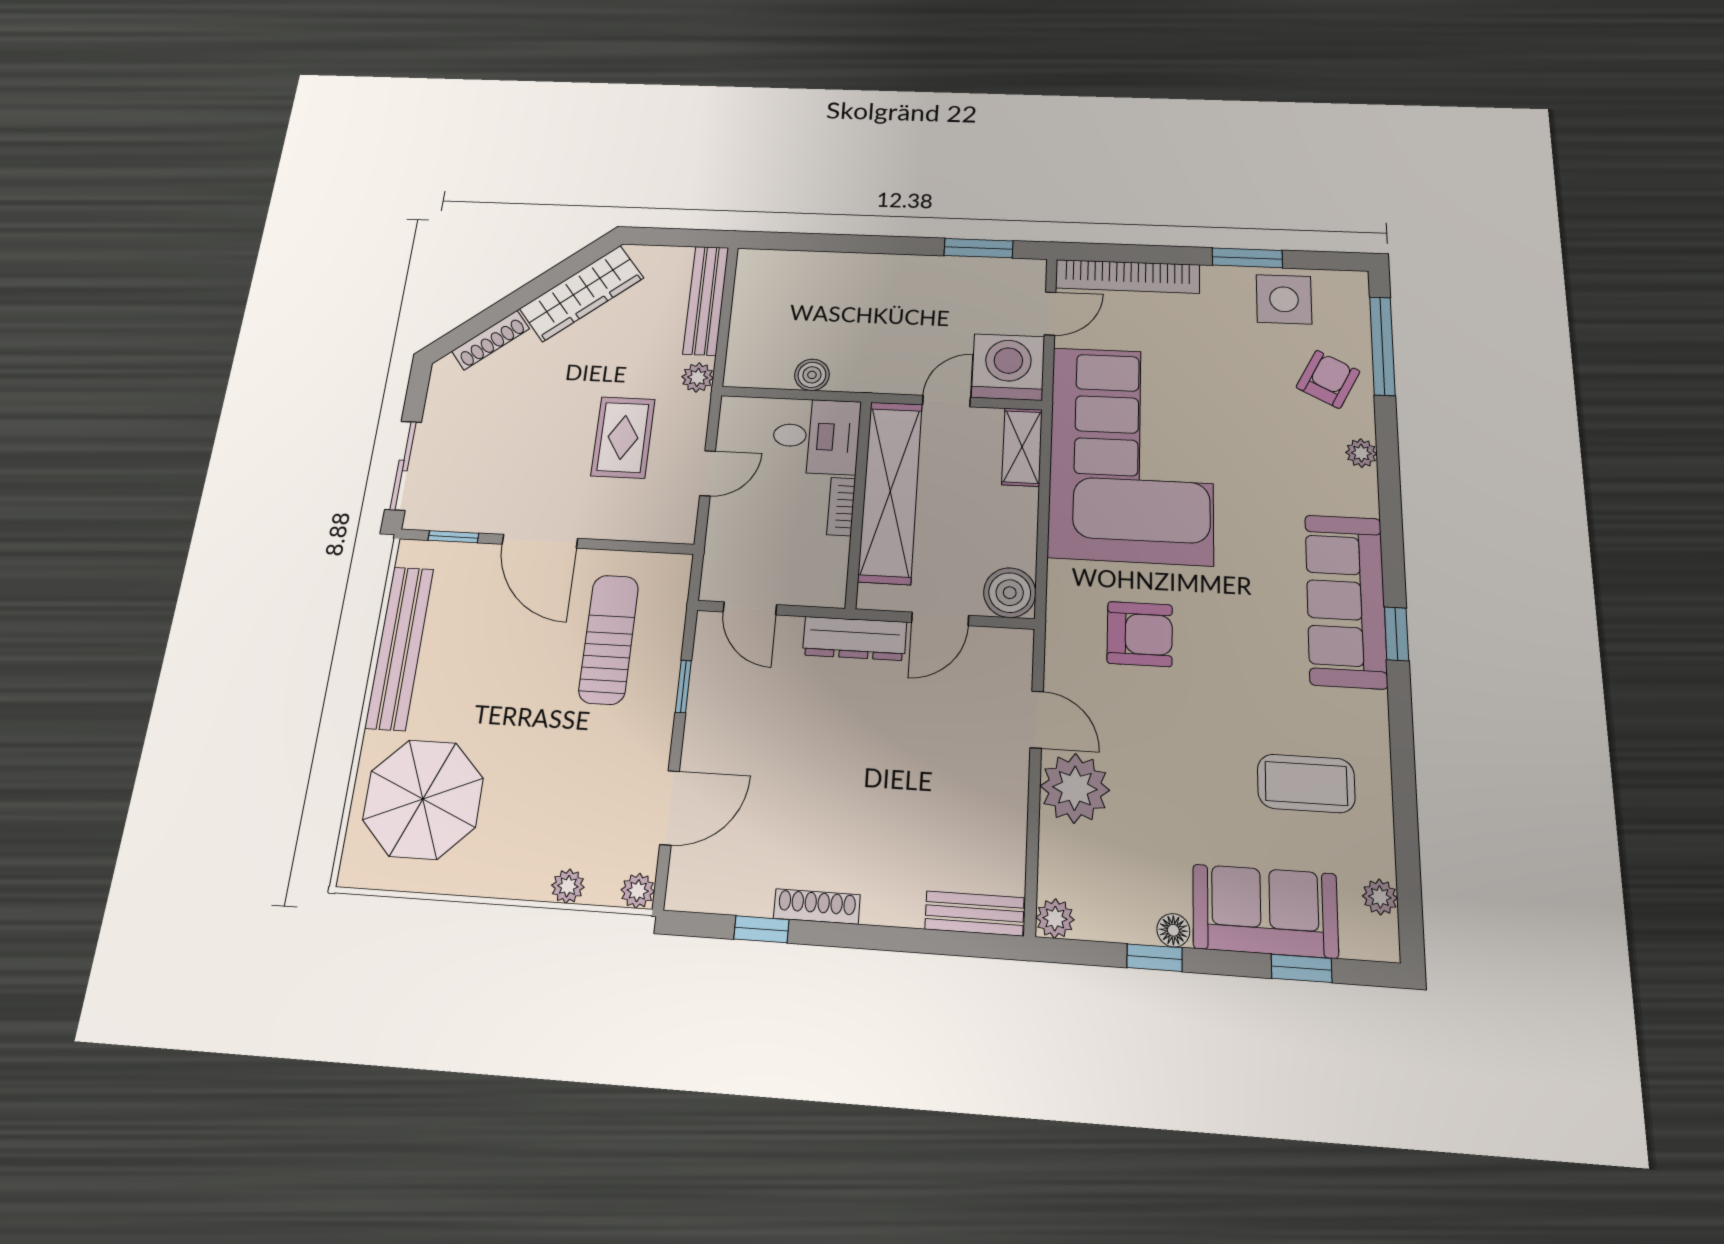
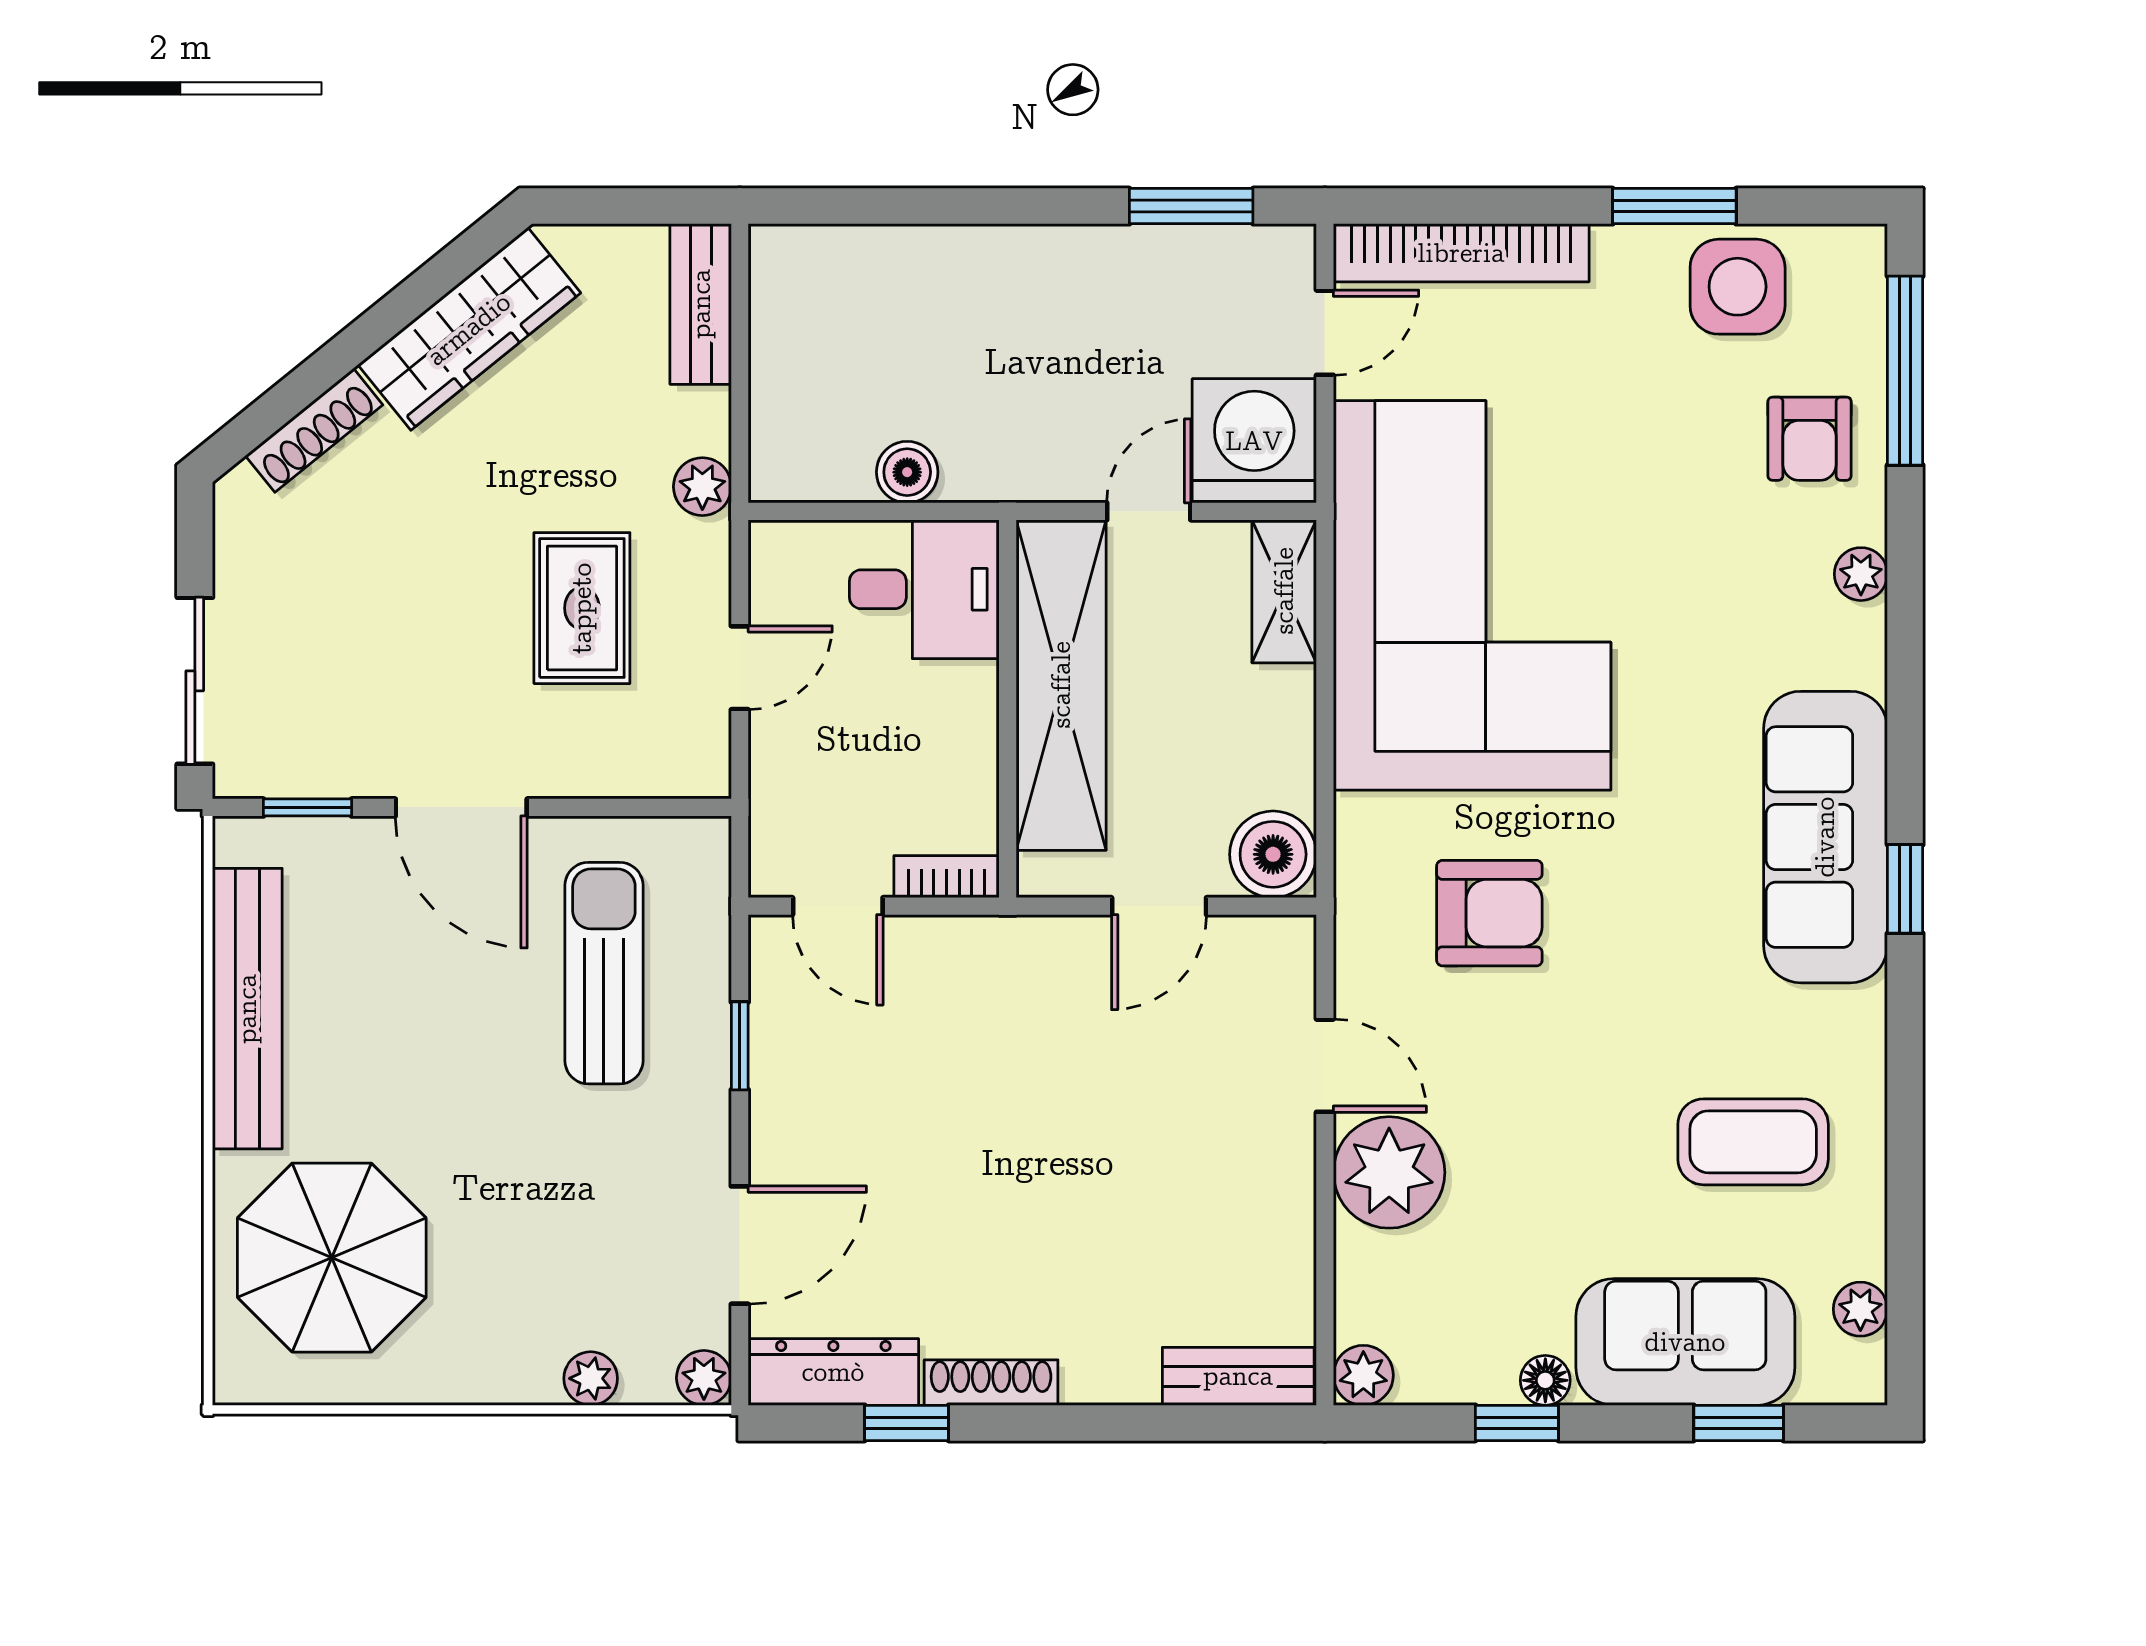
bench: (706, 300) -> (701, 304), width x0.73
armchair: (1328, 379) -> (1810, 439), turned 153
bookcase: (841, 507) -> (947, 877), moved, turned 90
dresser: (855, 638) -> (833, 1372), moved, turned 180

